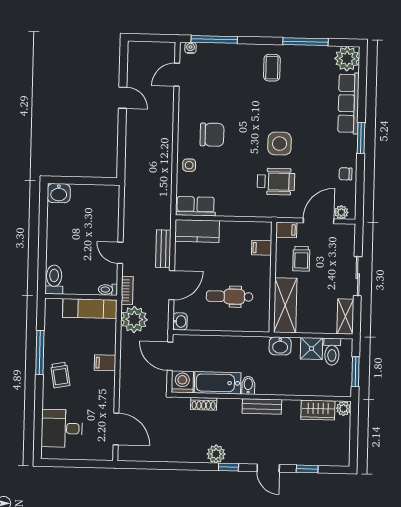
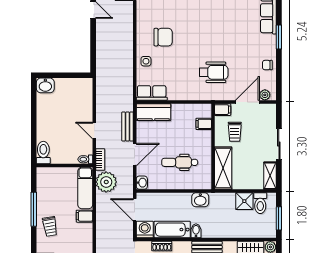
side table: (280, 144) -> (216, 43), removed
exam couch: (90, 309) -> (85, 188), moved, turned 90
washbasin: (280, 346) -> (200, 200), moved

